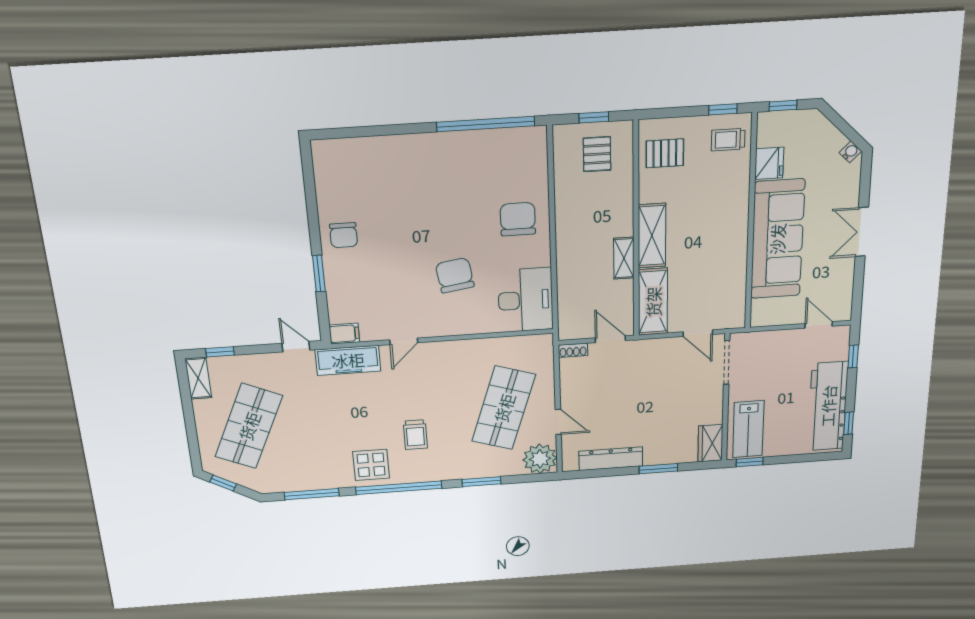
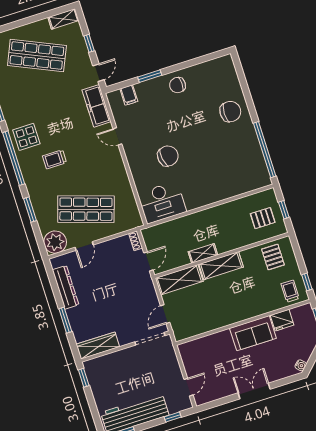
chair: (518, 219) -> (230, 112), moved
sofa: (777, 239) -> (253, 333), width x0.54, depth x0.79
filing cabinet: (344, 334) -> (129, 95), moved
window: (220, 352) -> (89, 43), moved
lab bench: (748, 429) -> (107, 369), removed
wardrobe: (710, 443) -> (98, 346), width x1.50

